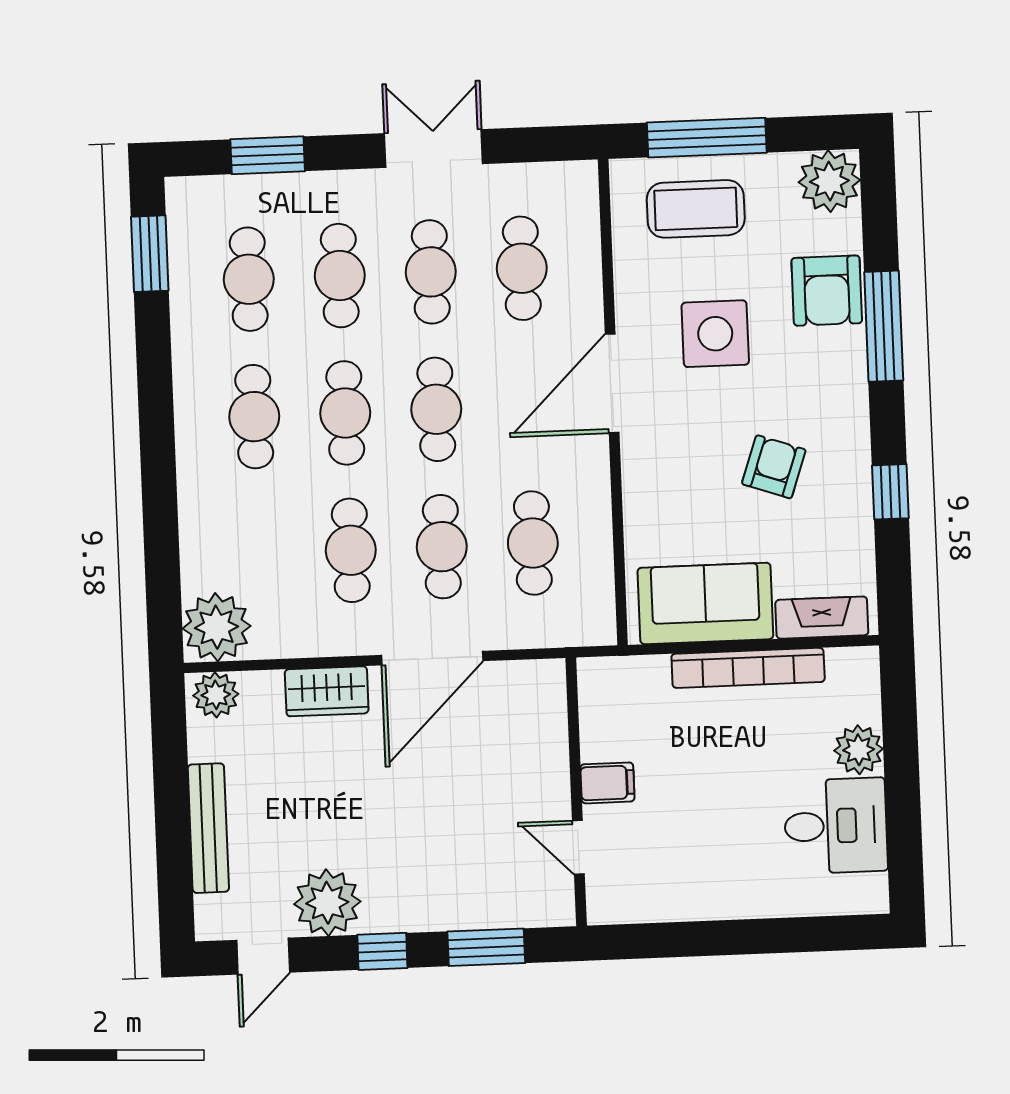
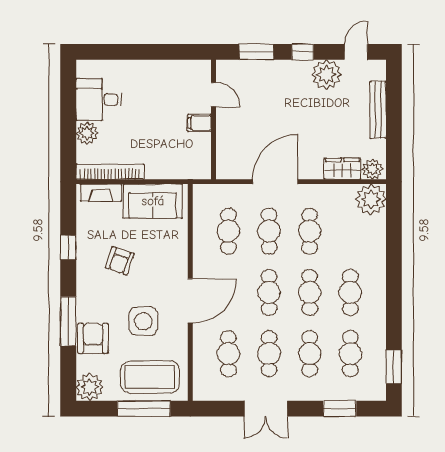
coffee table: (696, 209) -> (150, 377), width x1.36, depth x1.32
bookcase: (748, 668) -> (110, 172), moved
wardrobe: (327, 691) -> (342, 169), moved

